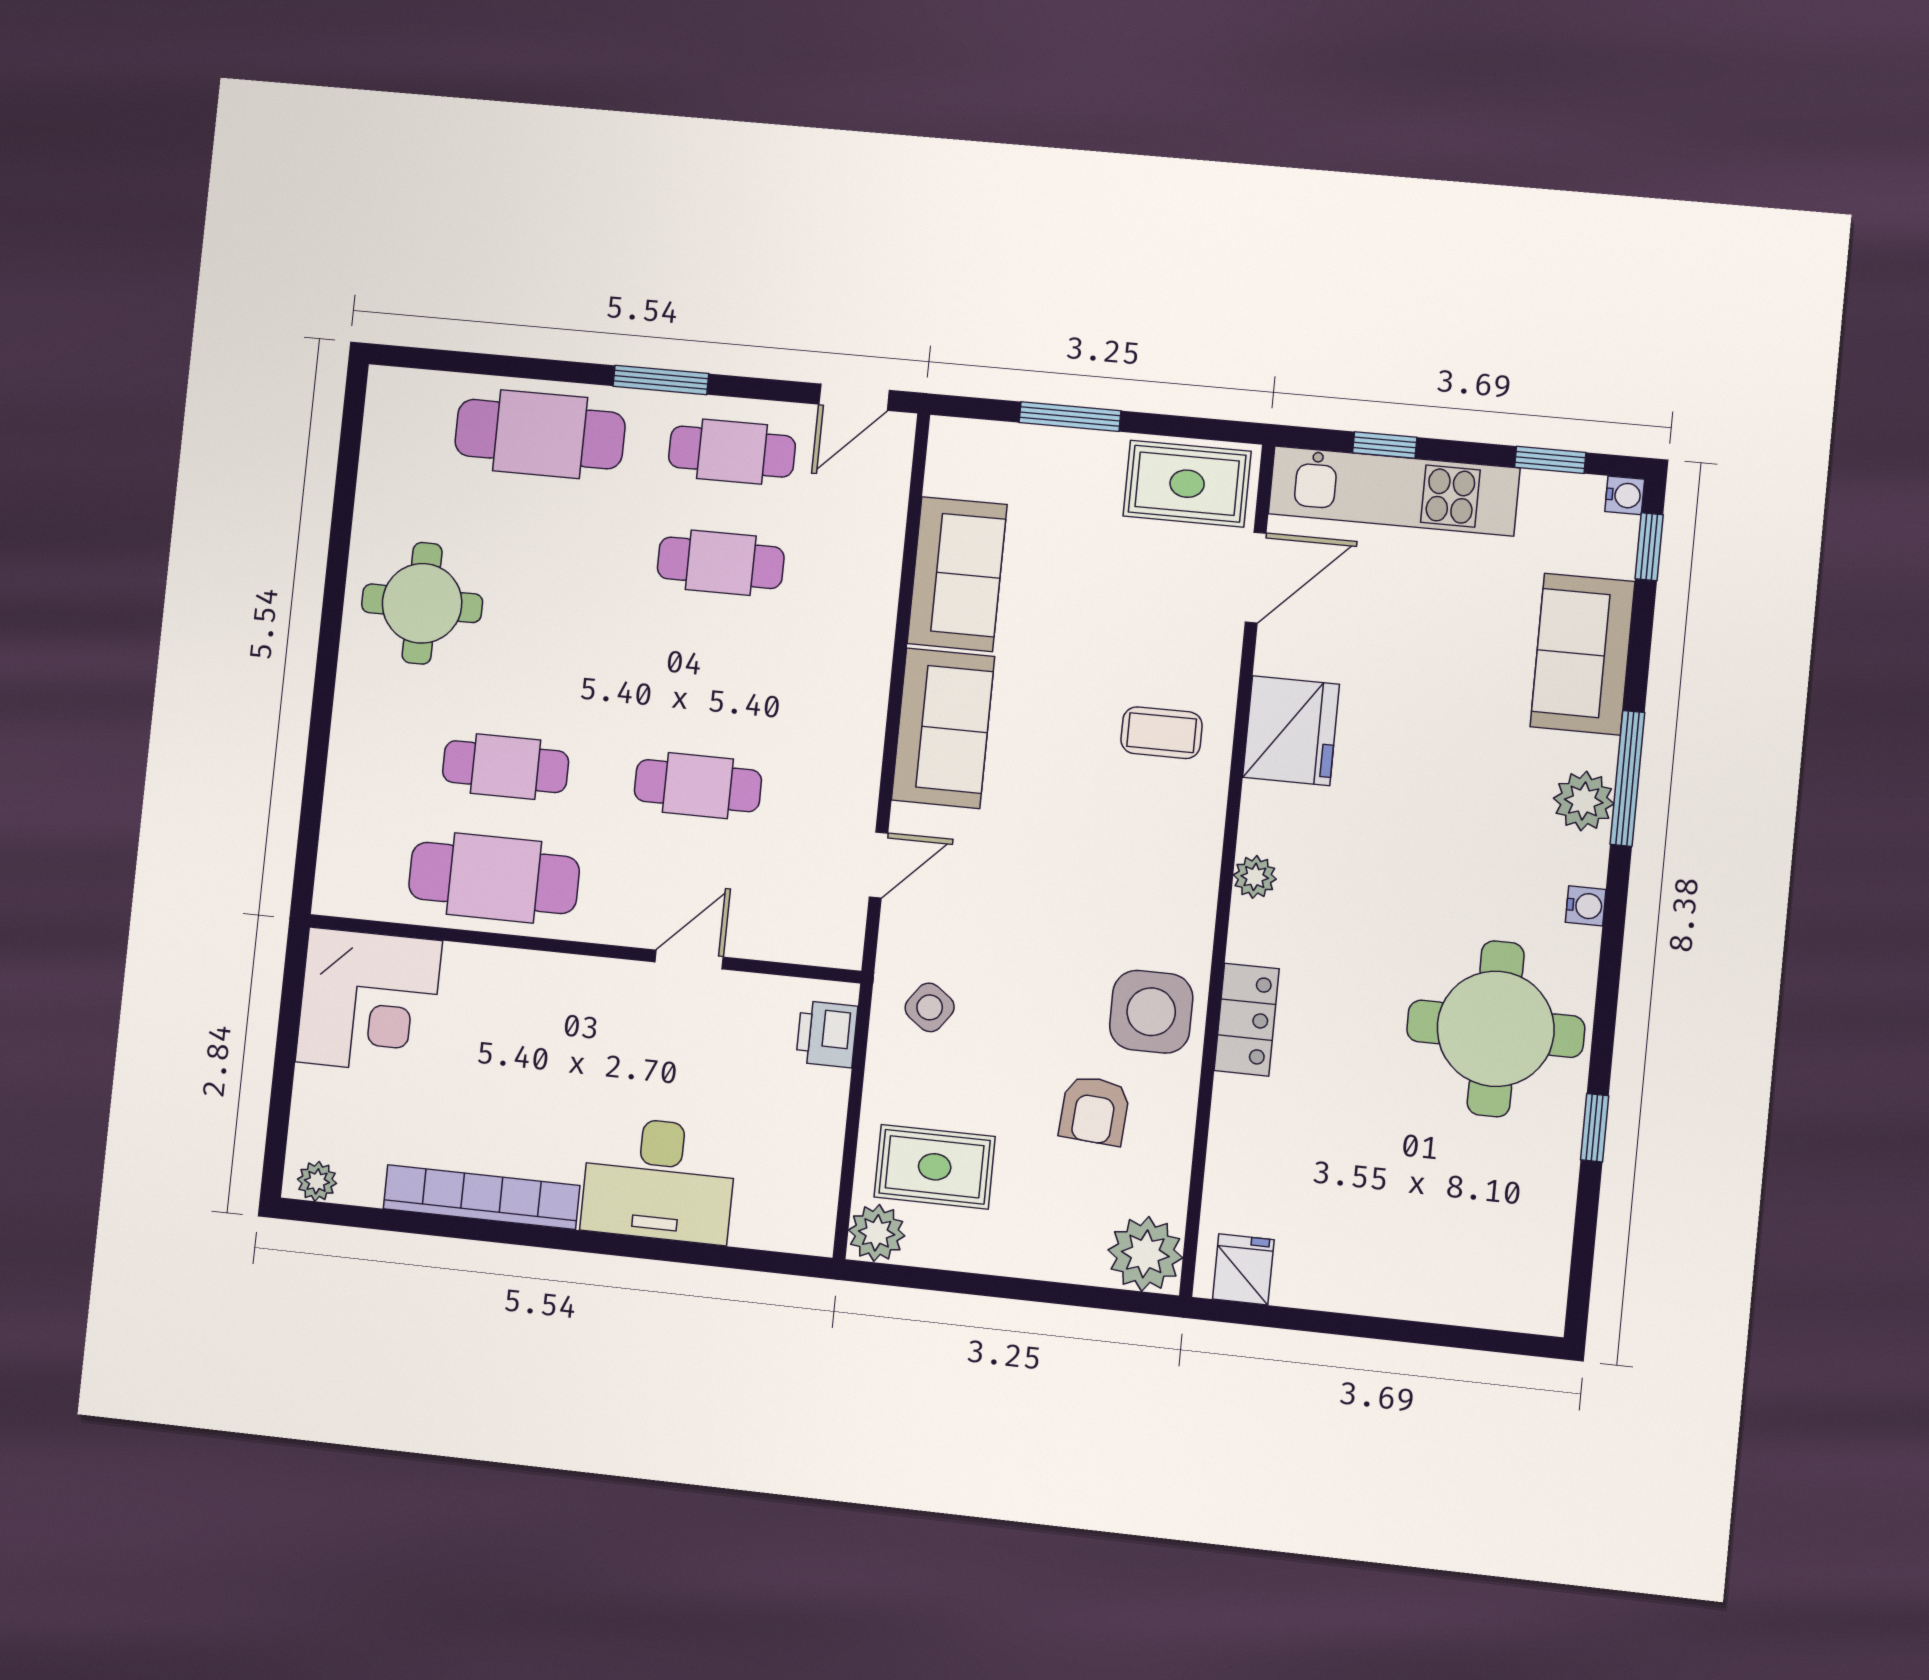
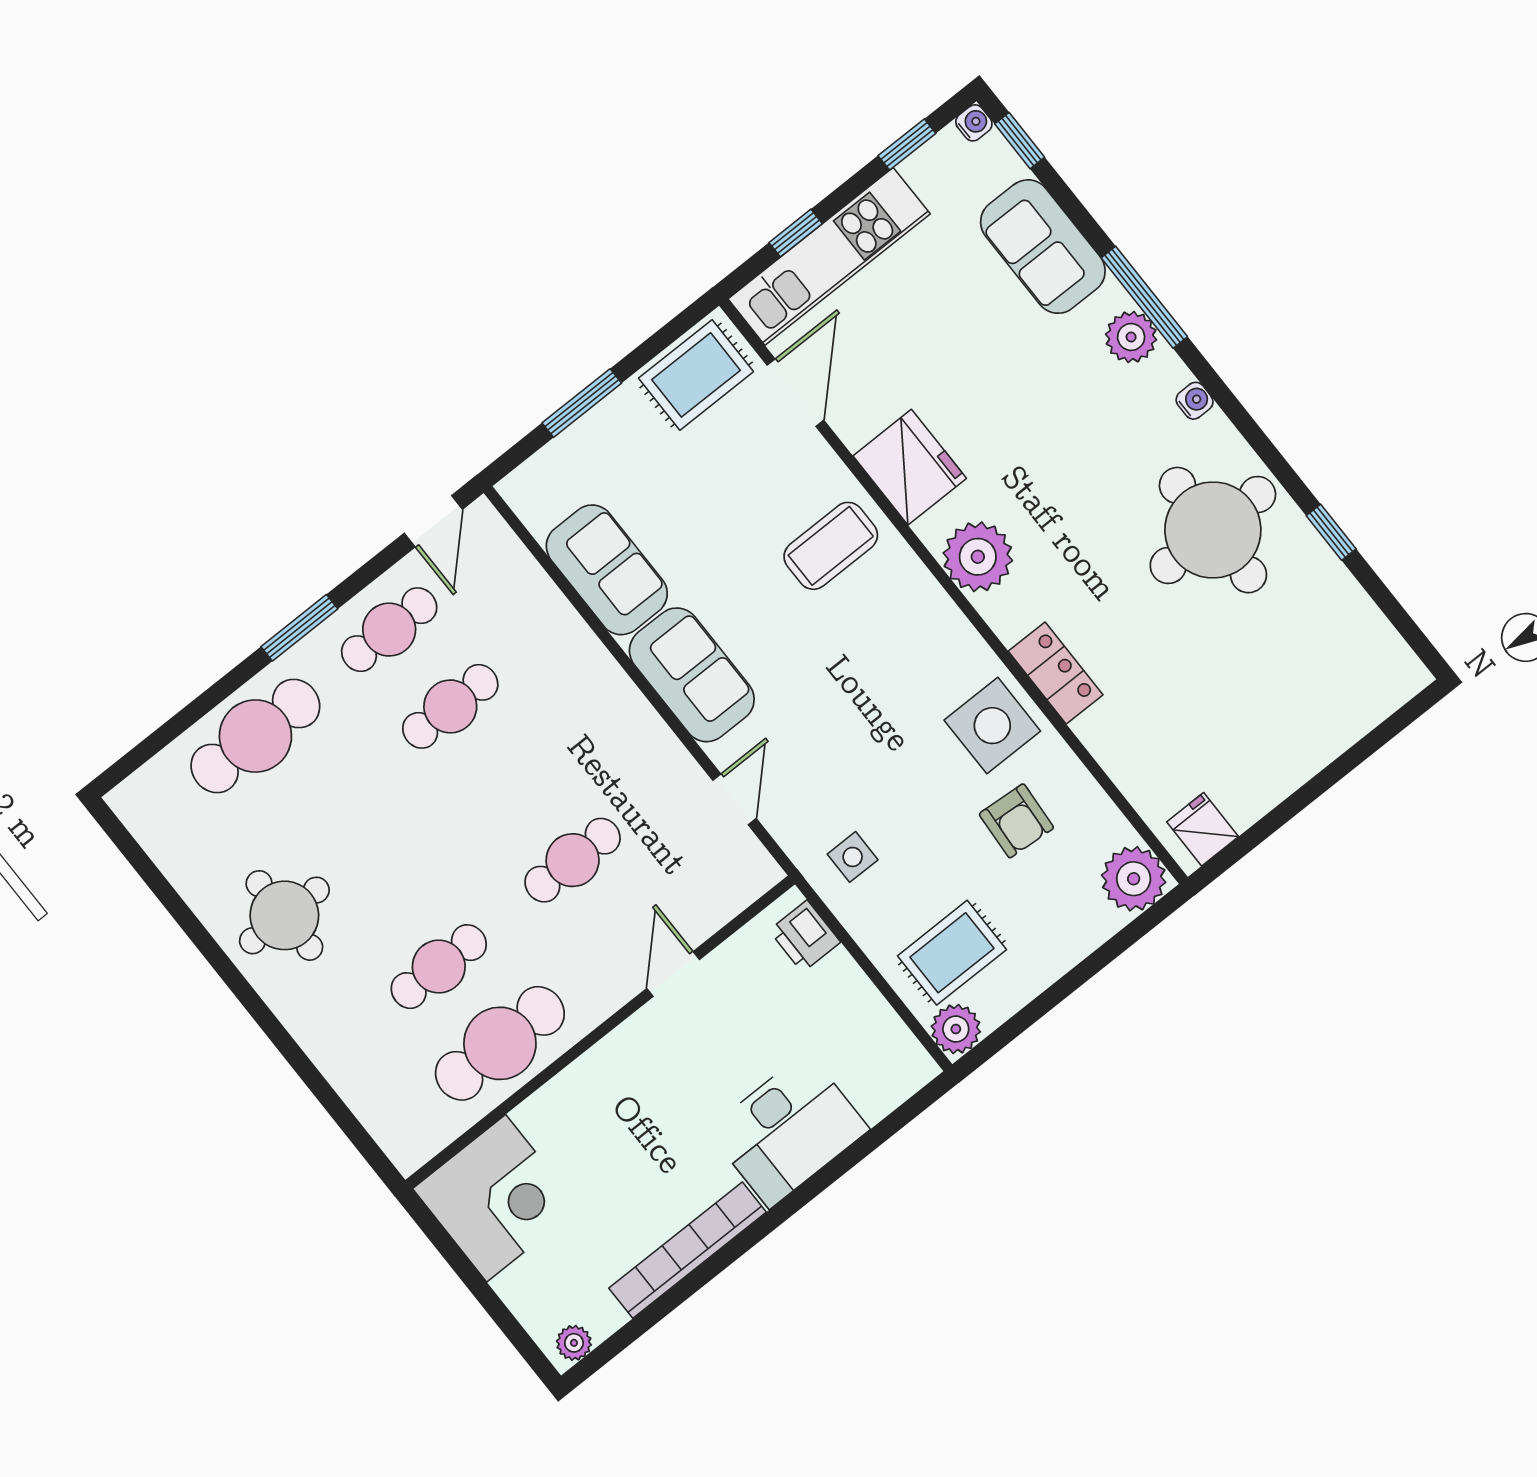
coffee table: (1162, 733) -> (831, 546), width x1.36, depth x1.30
plant: (1255, 877) -> (978, 557), width x1.88, depth x1.88
side table: (930, 1007) -> (853, 857), turned -36

